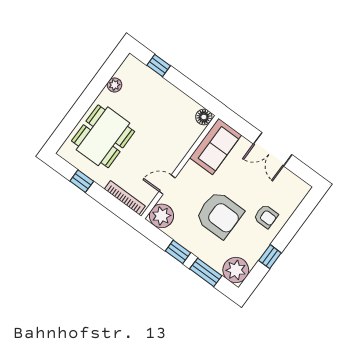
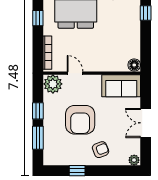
armchair: (266, 216) -> (101, 150), turned -111
plant: (236, 270) -> (134, 160), moved, width x0.53, depth x0.53

